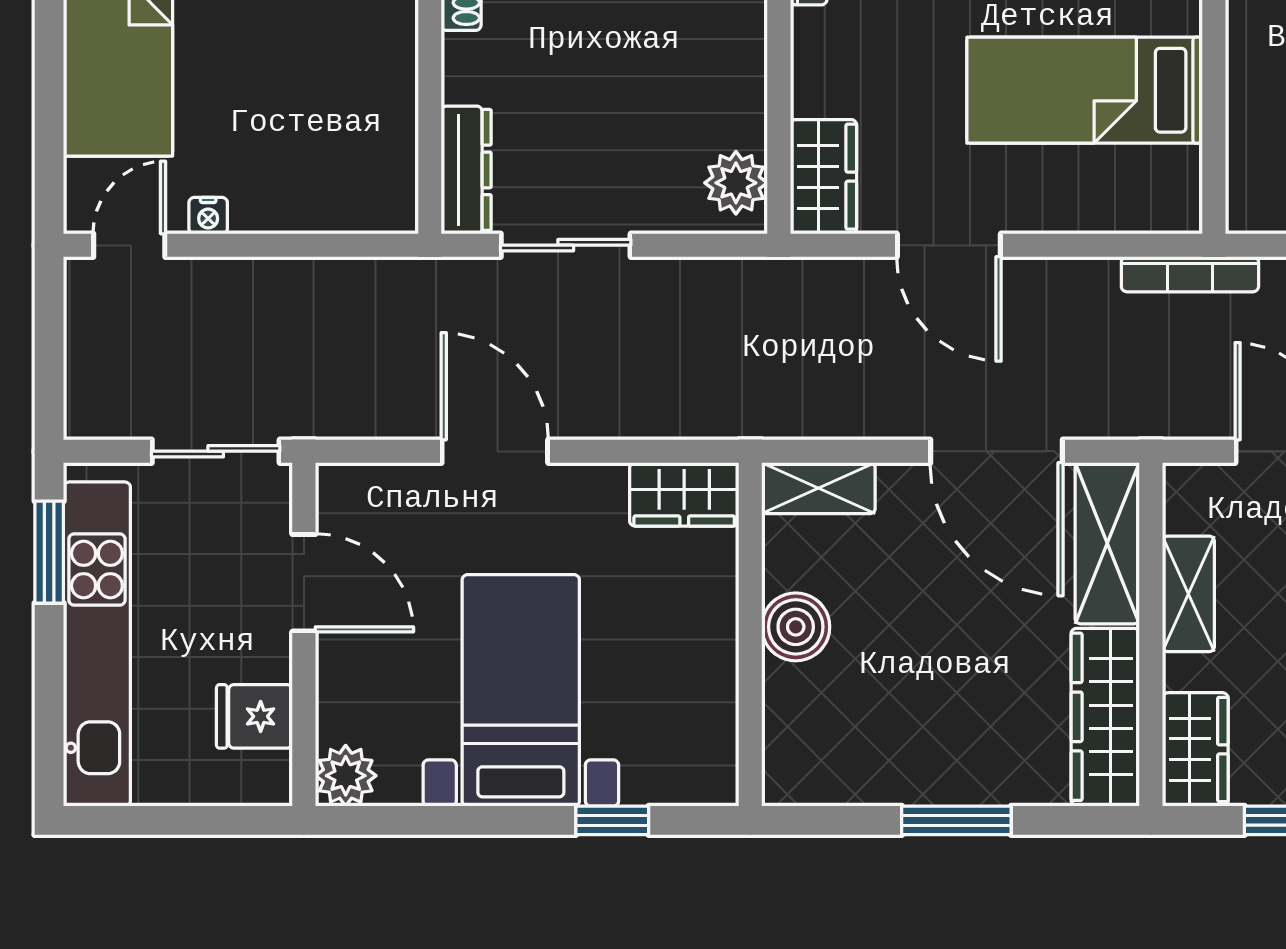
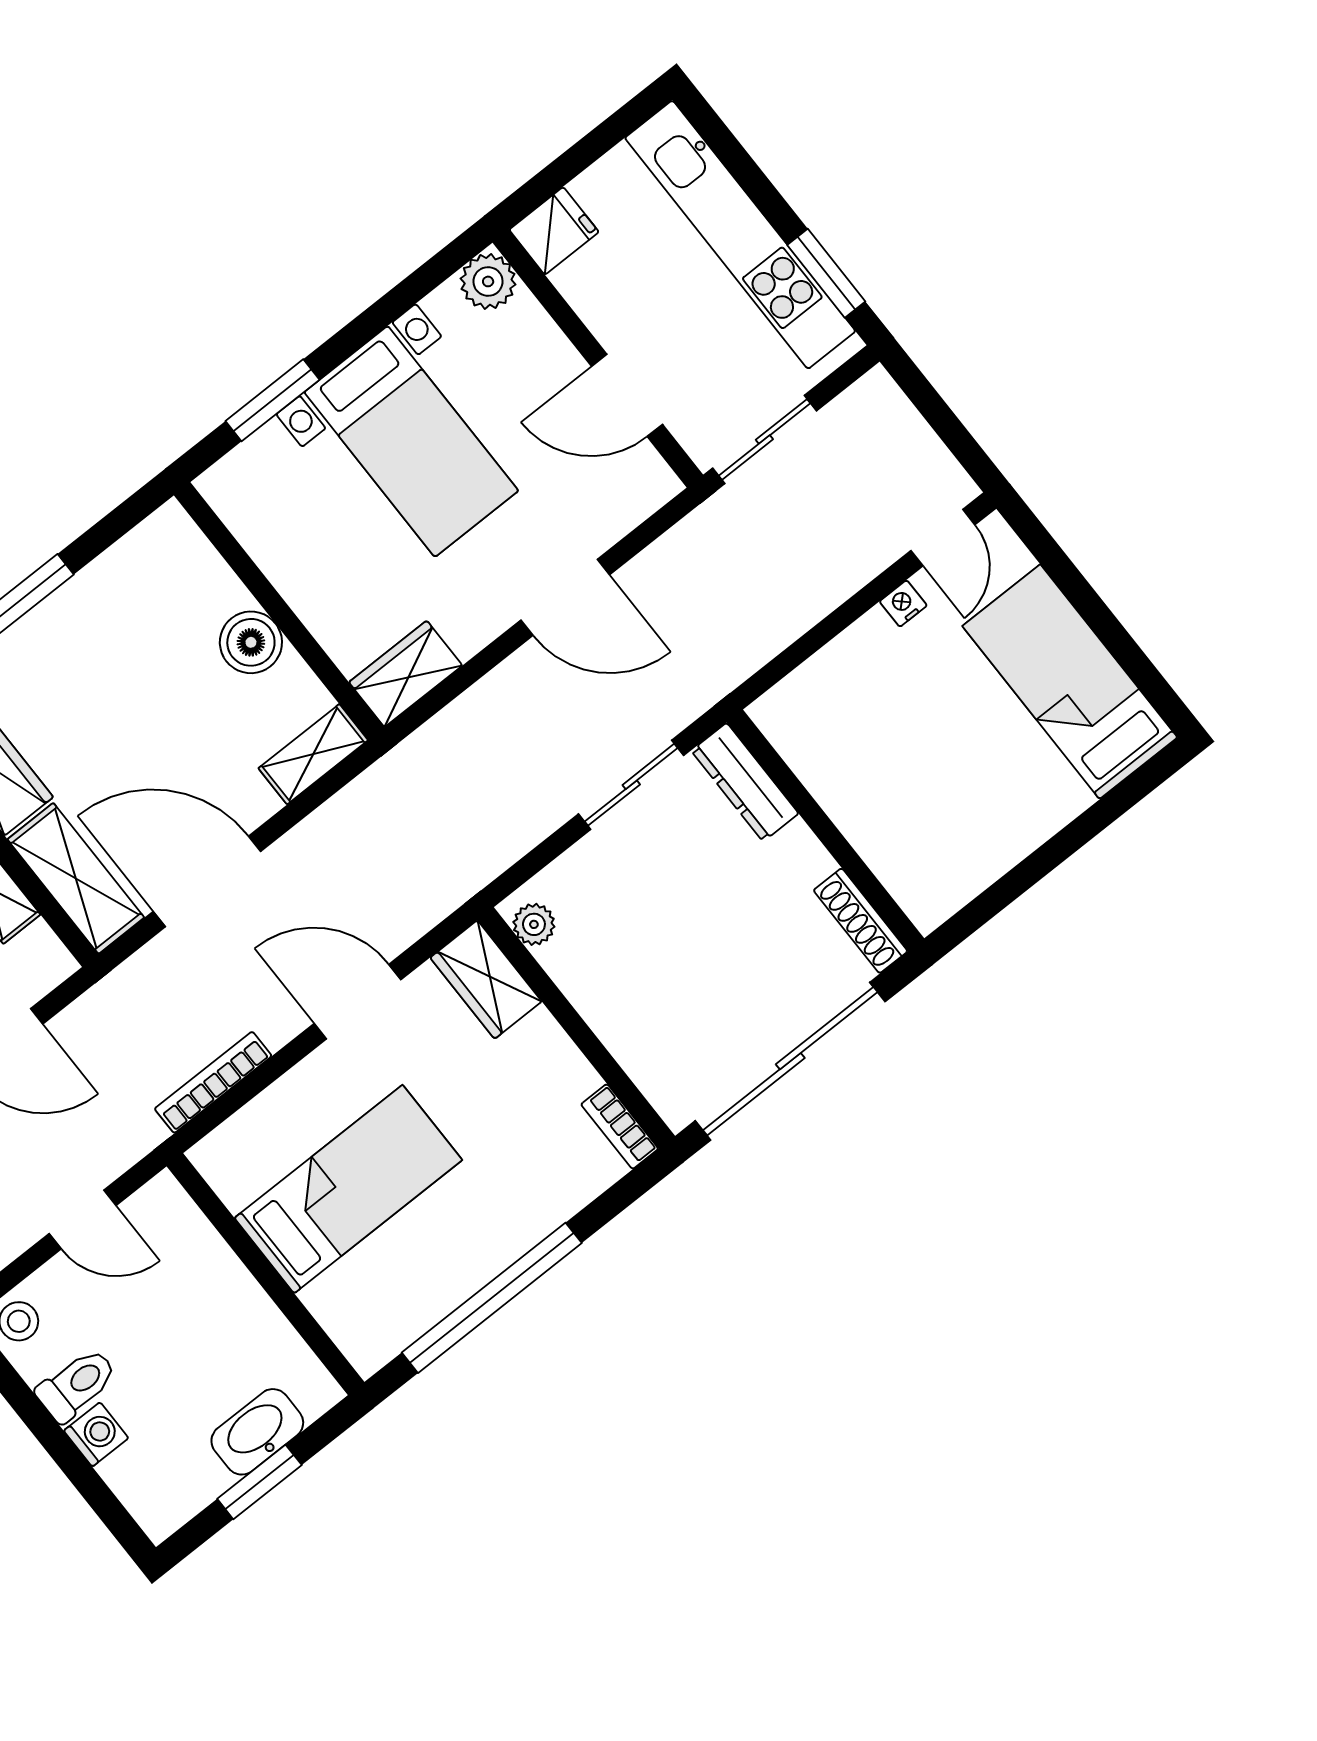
plant: (736, 183) -> (534, 924), width x0.73, depth x0.73
bookcase: (1190, 274) -> (213, 1082), moved
fridge: (254, 716) -> (554, 231), moved
window: (612, 820) -> (272, 400), width x1.50

